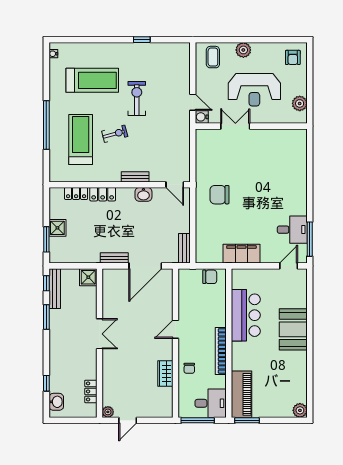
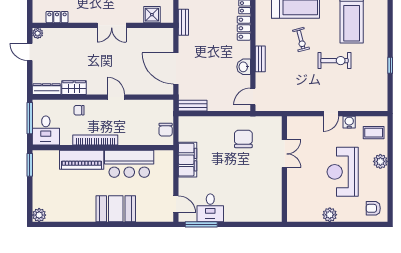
water cooler: (202, 117) -> (349, 122), moved
double door: (235, 126) -> (284, 154), moved
wall: (251, 126) -> (284, 169), moved
bench: (114, 258) -> (183, 22), moved
shower: (88, 277) -> (152, 15), moved
piano: (241, 394) -> (82, 160), moved
dresser: (167, 402) -> (47, 89), added

